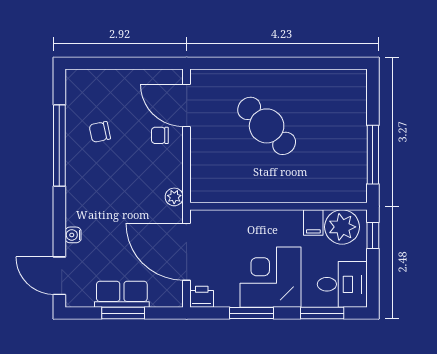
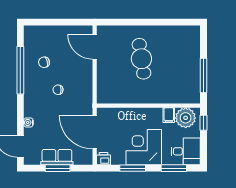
cafe table: (267, 126) -> (141, 59), turned 36
chair: (160, 135) -> (58, 90), moved
plant: (174, 197) -> (88, 100), removed

